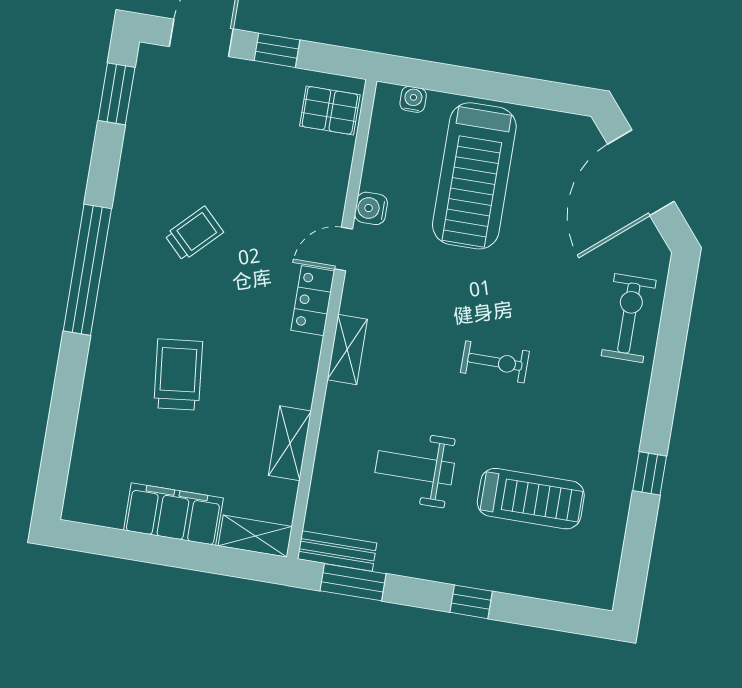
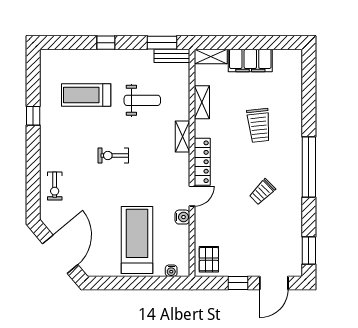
pallet: (330, 110) -> (209, 259), turned 90
locker: (313, 301) -> (202, 162), width x1.53
exercise bike: (629, 318) -> (55, 186), width x0.73, depth x0.72
shelving: (347, 349) -> (183, 136), moved

